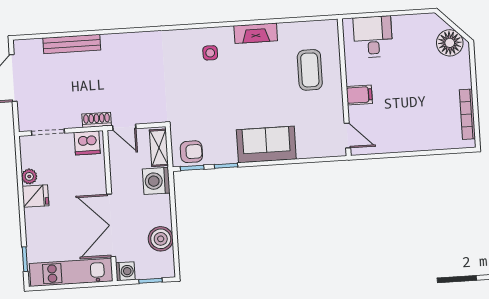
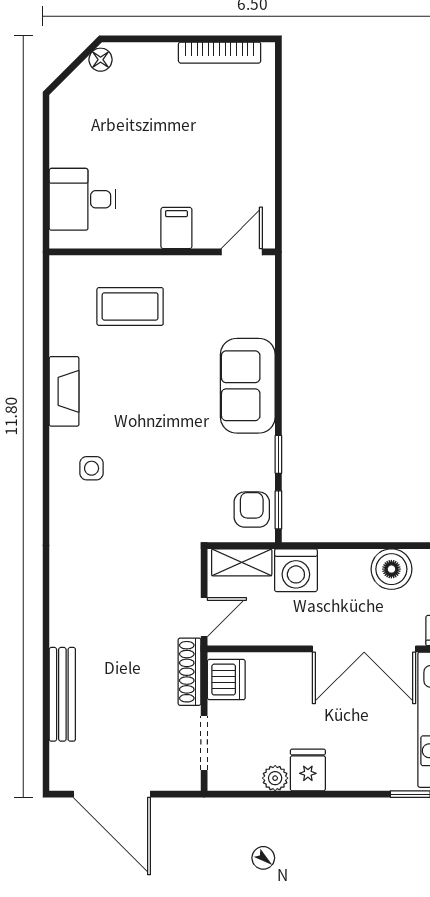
floor lamp: (450, 43) -> (101, 60), width x0.53, depth x0.53
shoe rack: (97, 120) -> (190, 672), width x1.43

